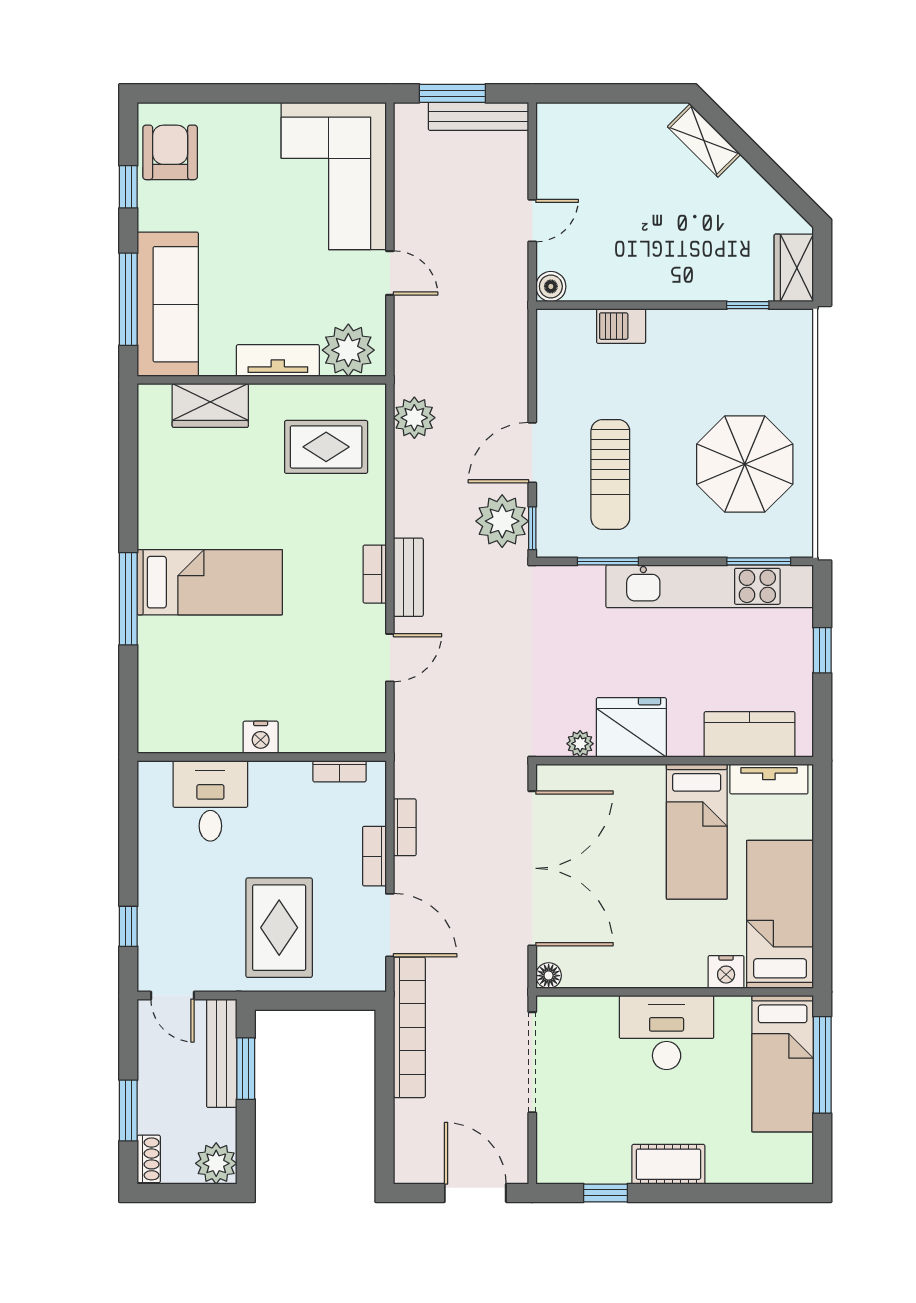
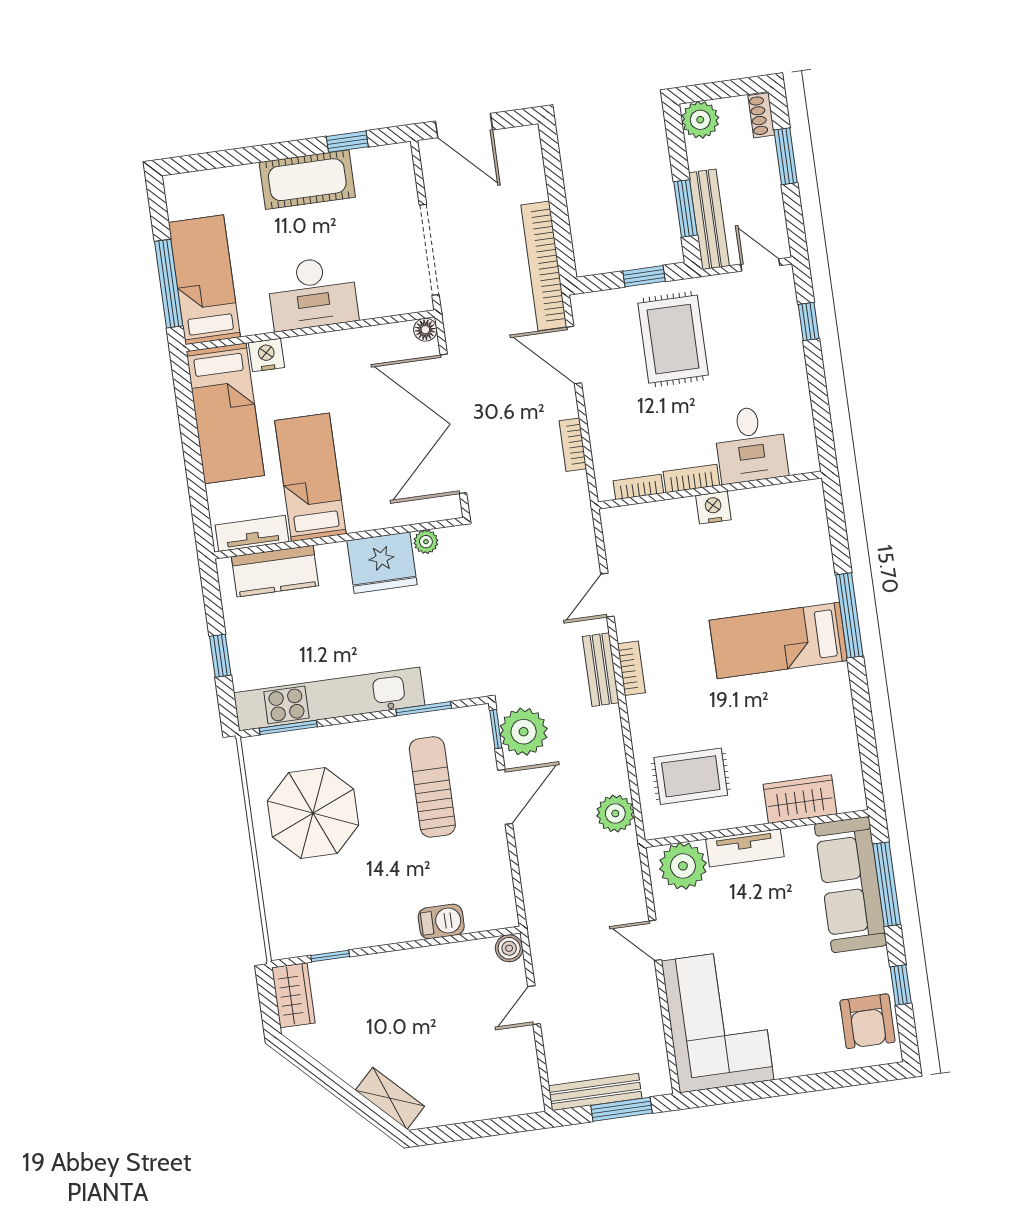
bookcase: (374, 856) -> (691, 478), moved, turned -90
window: (301, 1001) -> (644, 276), added
cot: (668, 1164) -> (307, 180), width x1.37, depth x1.34

